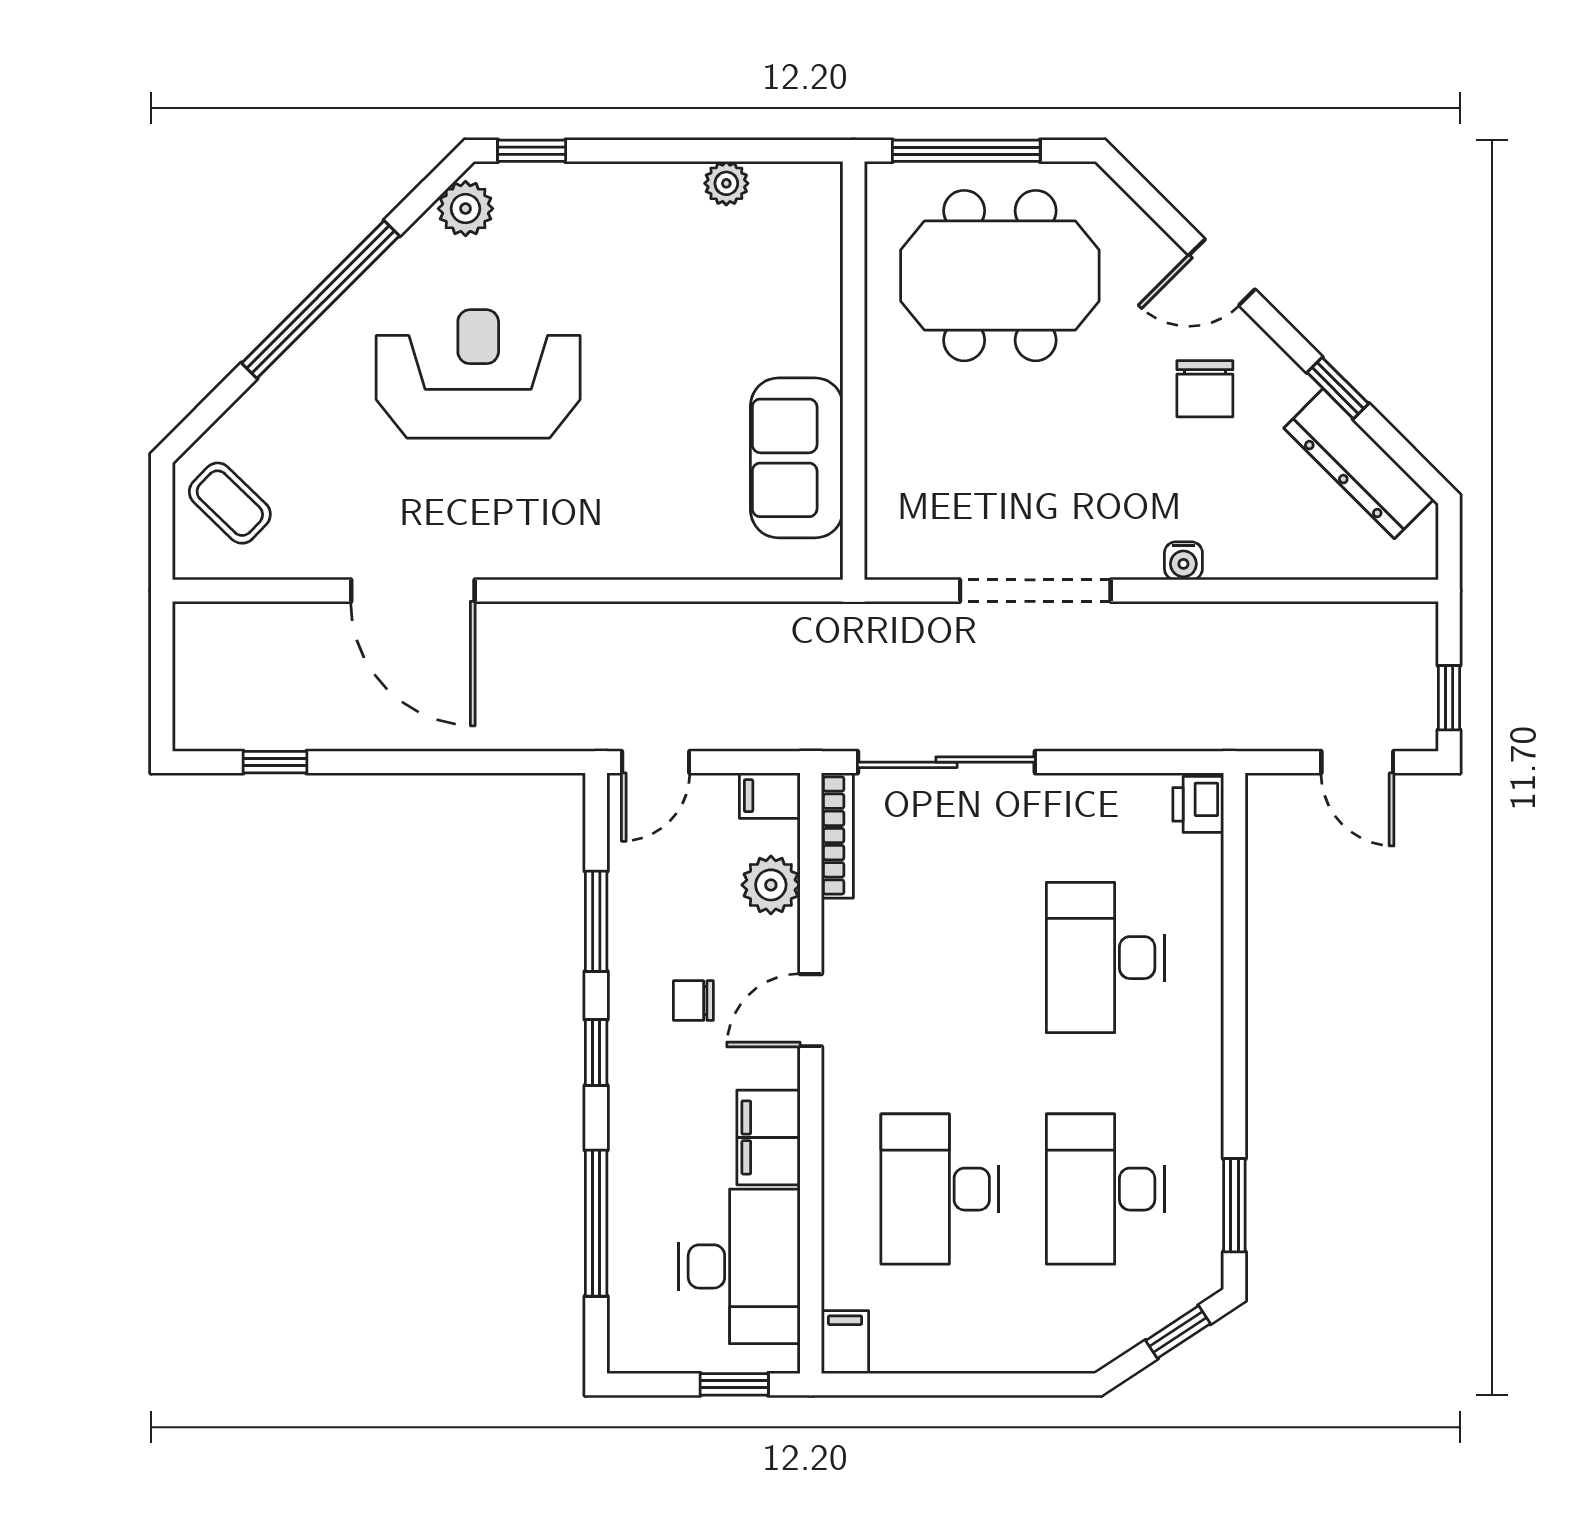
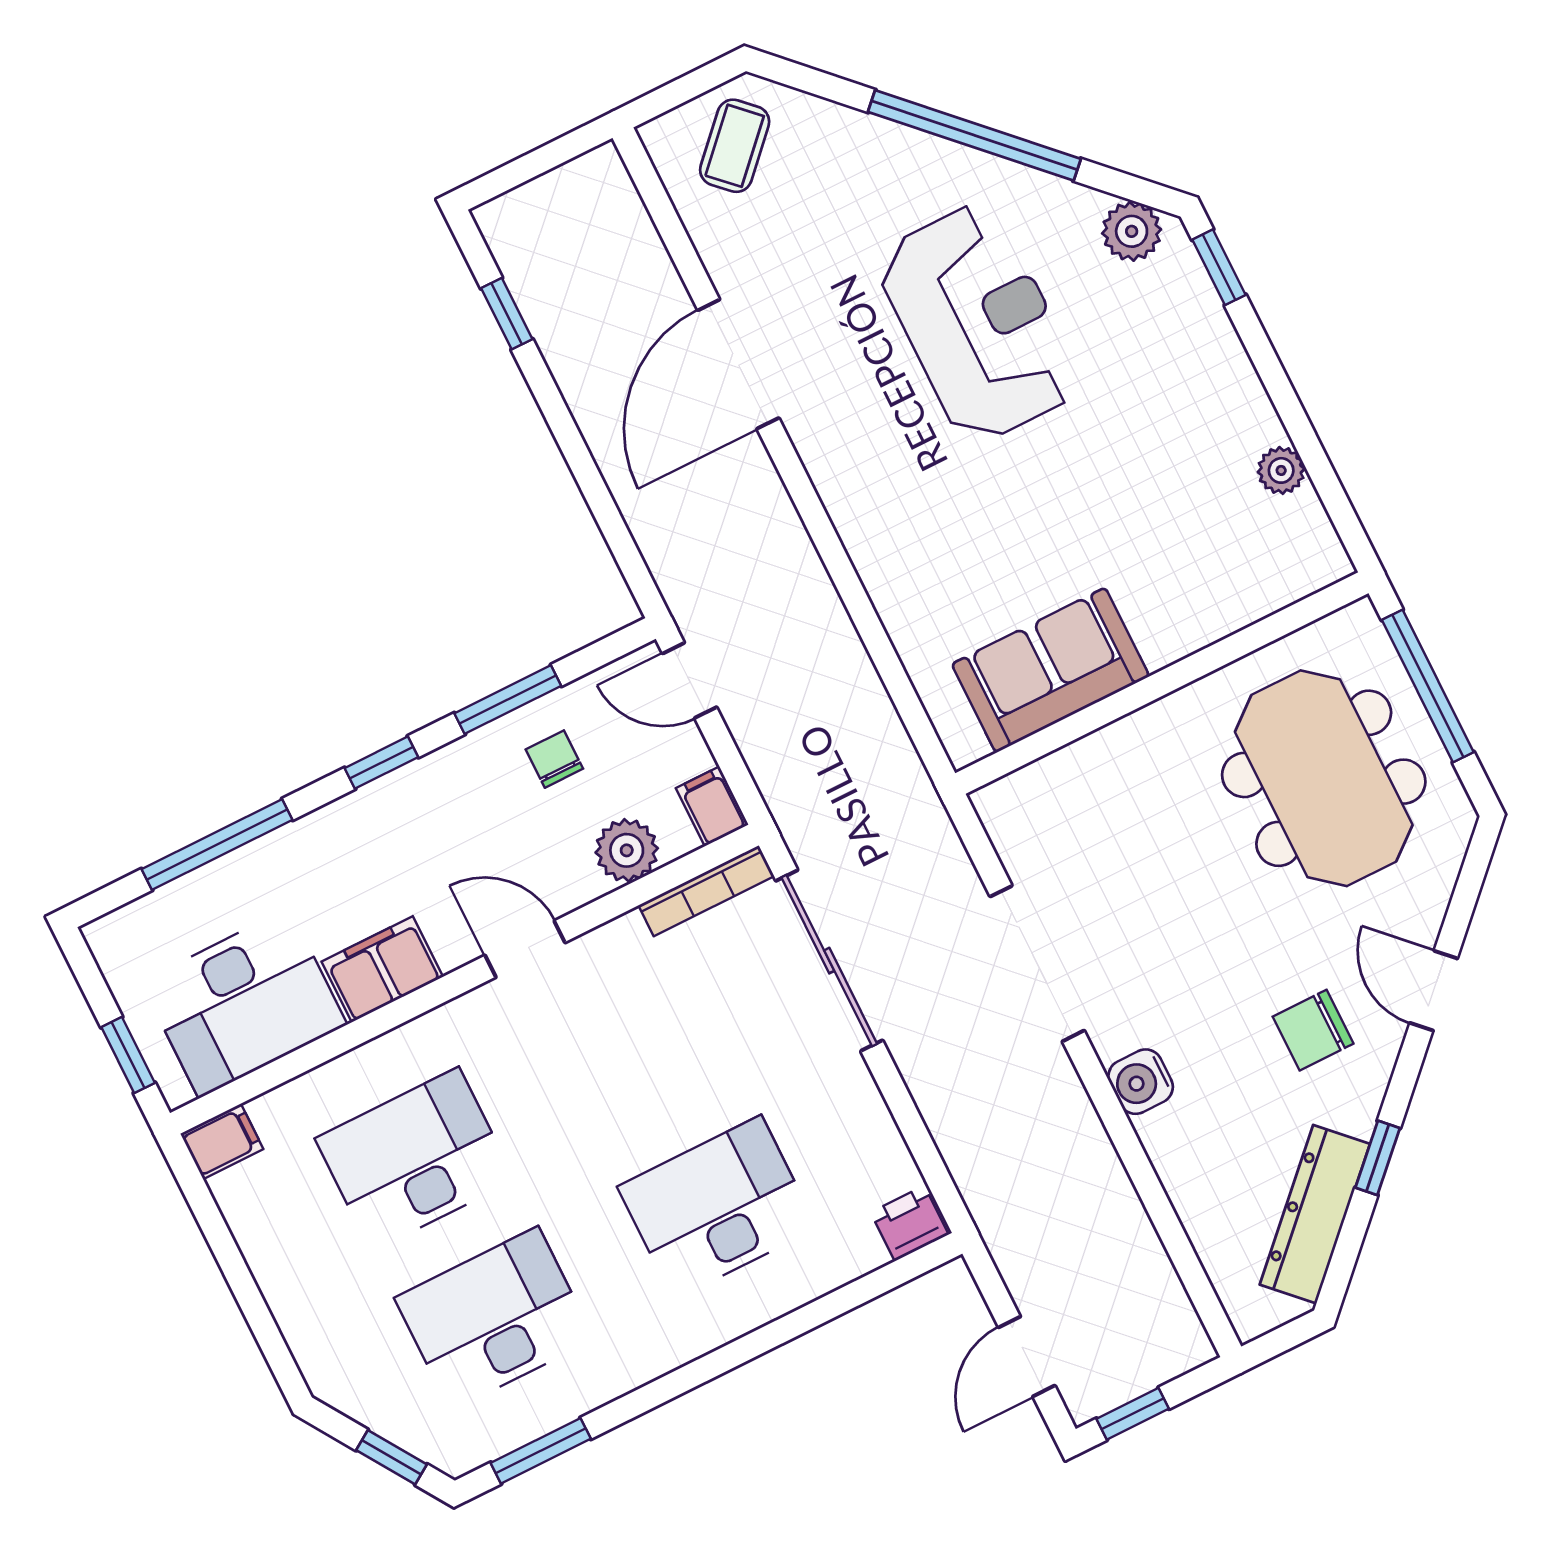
water cooler: (1183, 561) -> (1141, 1082), width x1.38, depth x1.38
chair: (693, 1001) -> (554, 759), moved

